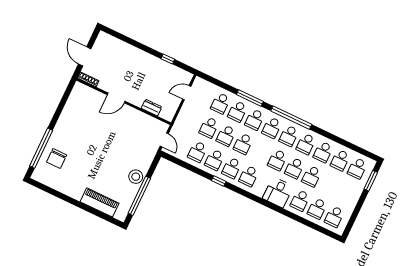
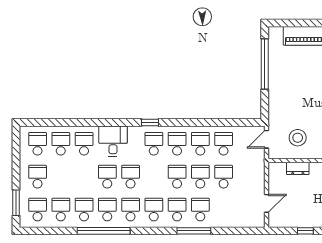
school desk: (220, 103) -> (224, 210), removed
window: (291, 118) -> (104, 231), moved
door: (164, 140) -> (267, 139), hinge flipped
school desk: (312, 176) -> (38, 177), moved
stool: (136, 177) -> (298, 138), moved
window: (219, 181) -> (150, 122), moved

